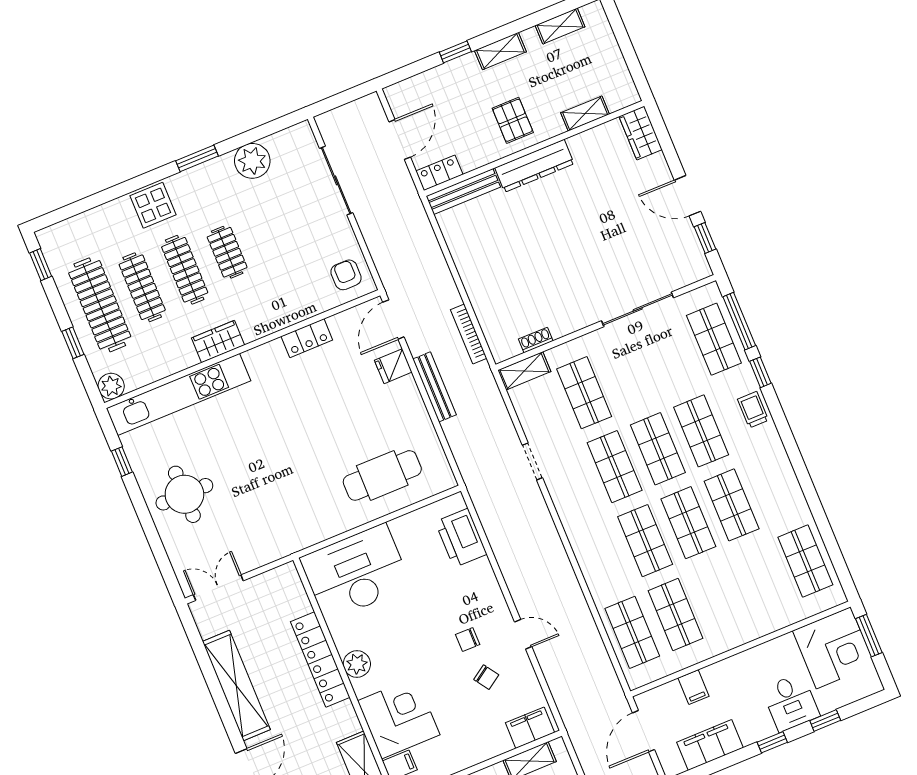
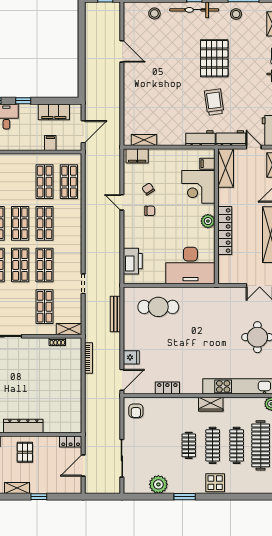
bench: (463, 192) -> (63, 428), removed
bench: (435, 387) -> (115, 314), moved

